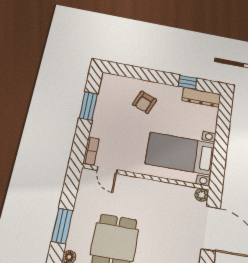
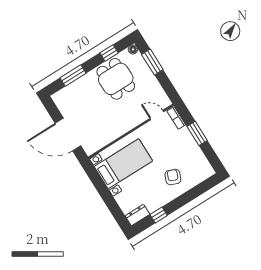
dresser: (201, 97) -> (137, 215), width x0.70
window: (88, 106) -> (197, 133), moved
plant: (202, 195) -> (90, 150), removed

